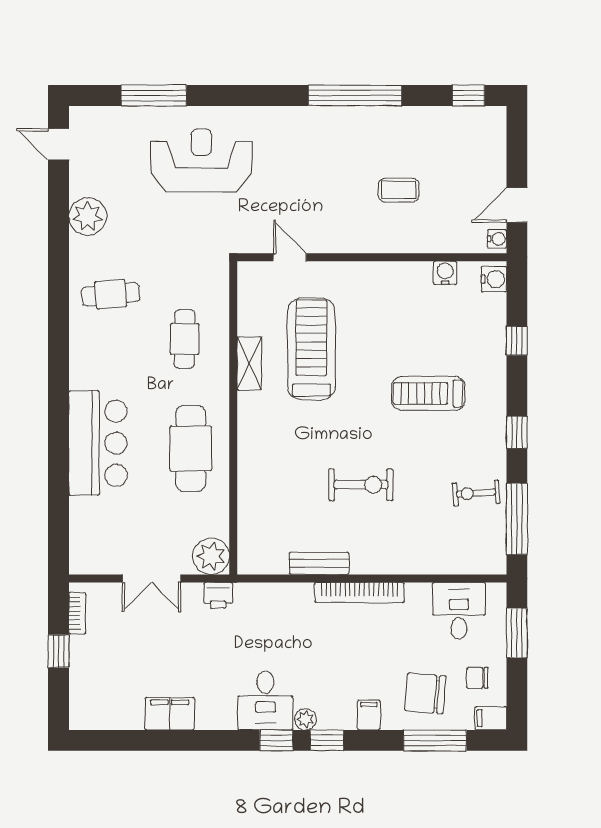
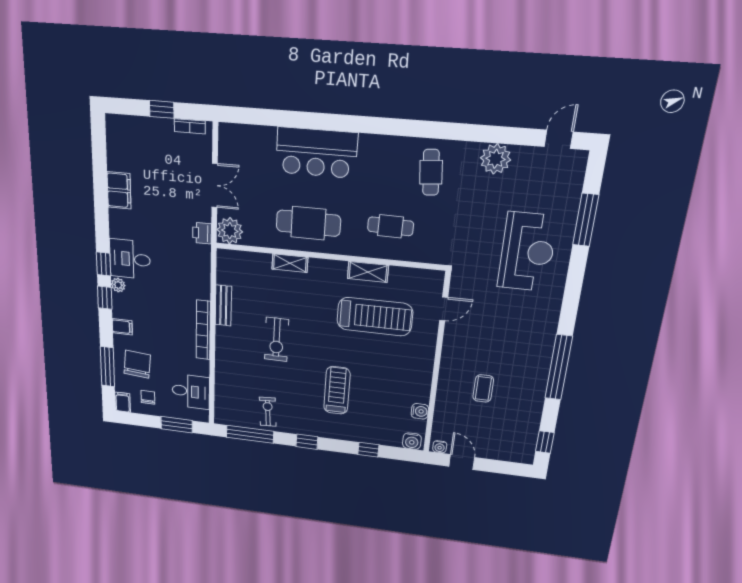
shelving: (248, 471) -> (290, 263), added
double door: (151, 579) -> (215, 185), swing flipped

